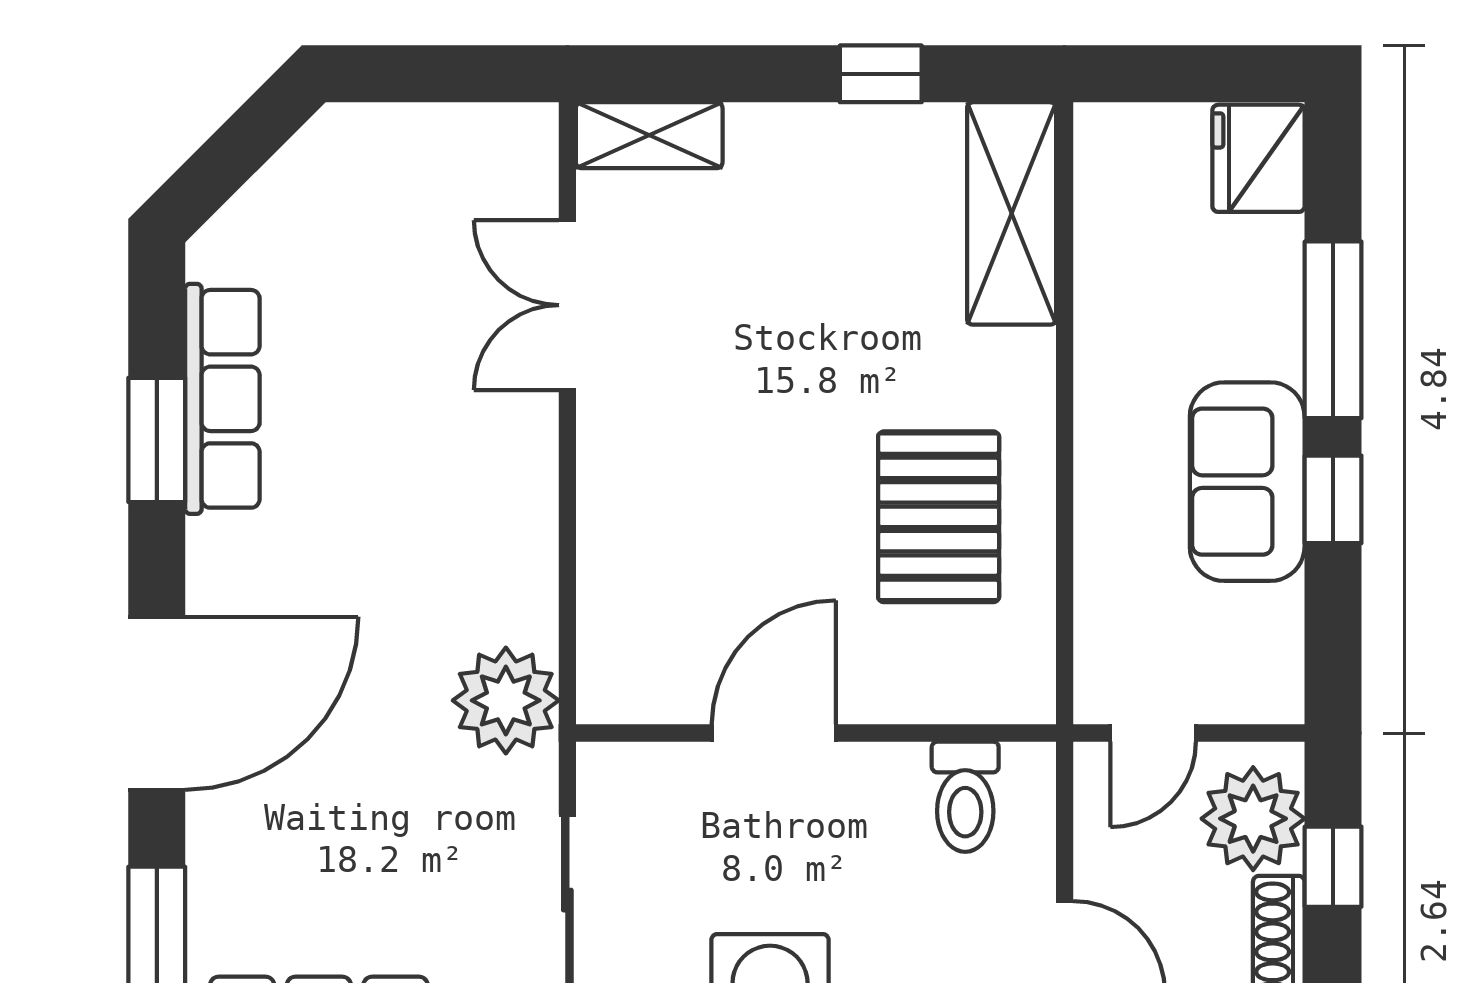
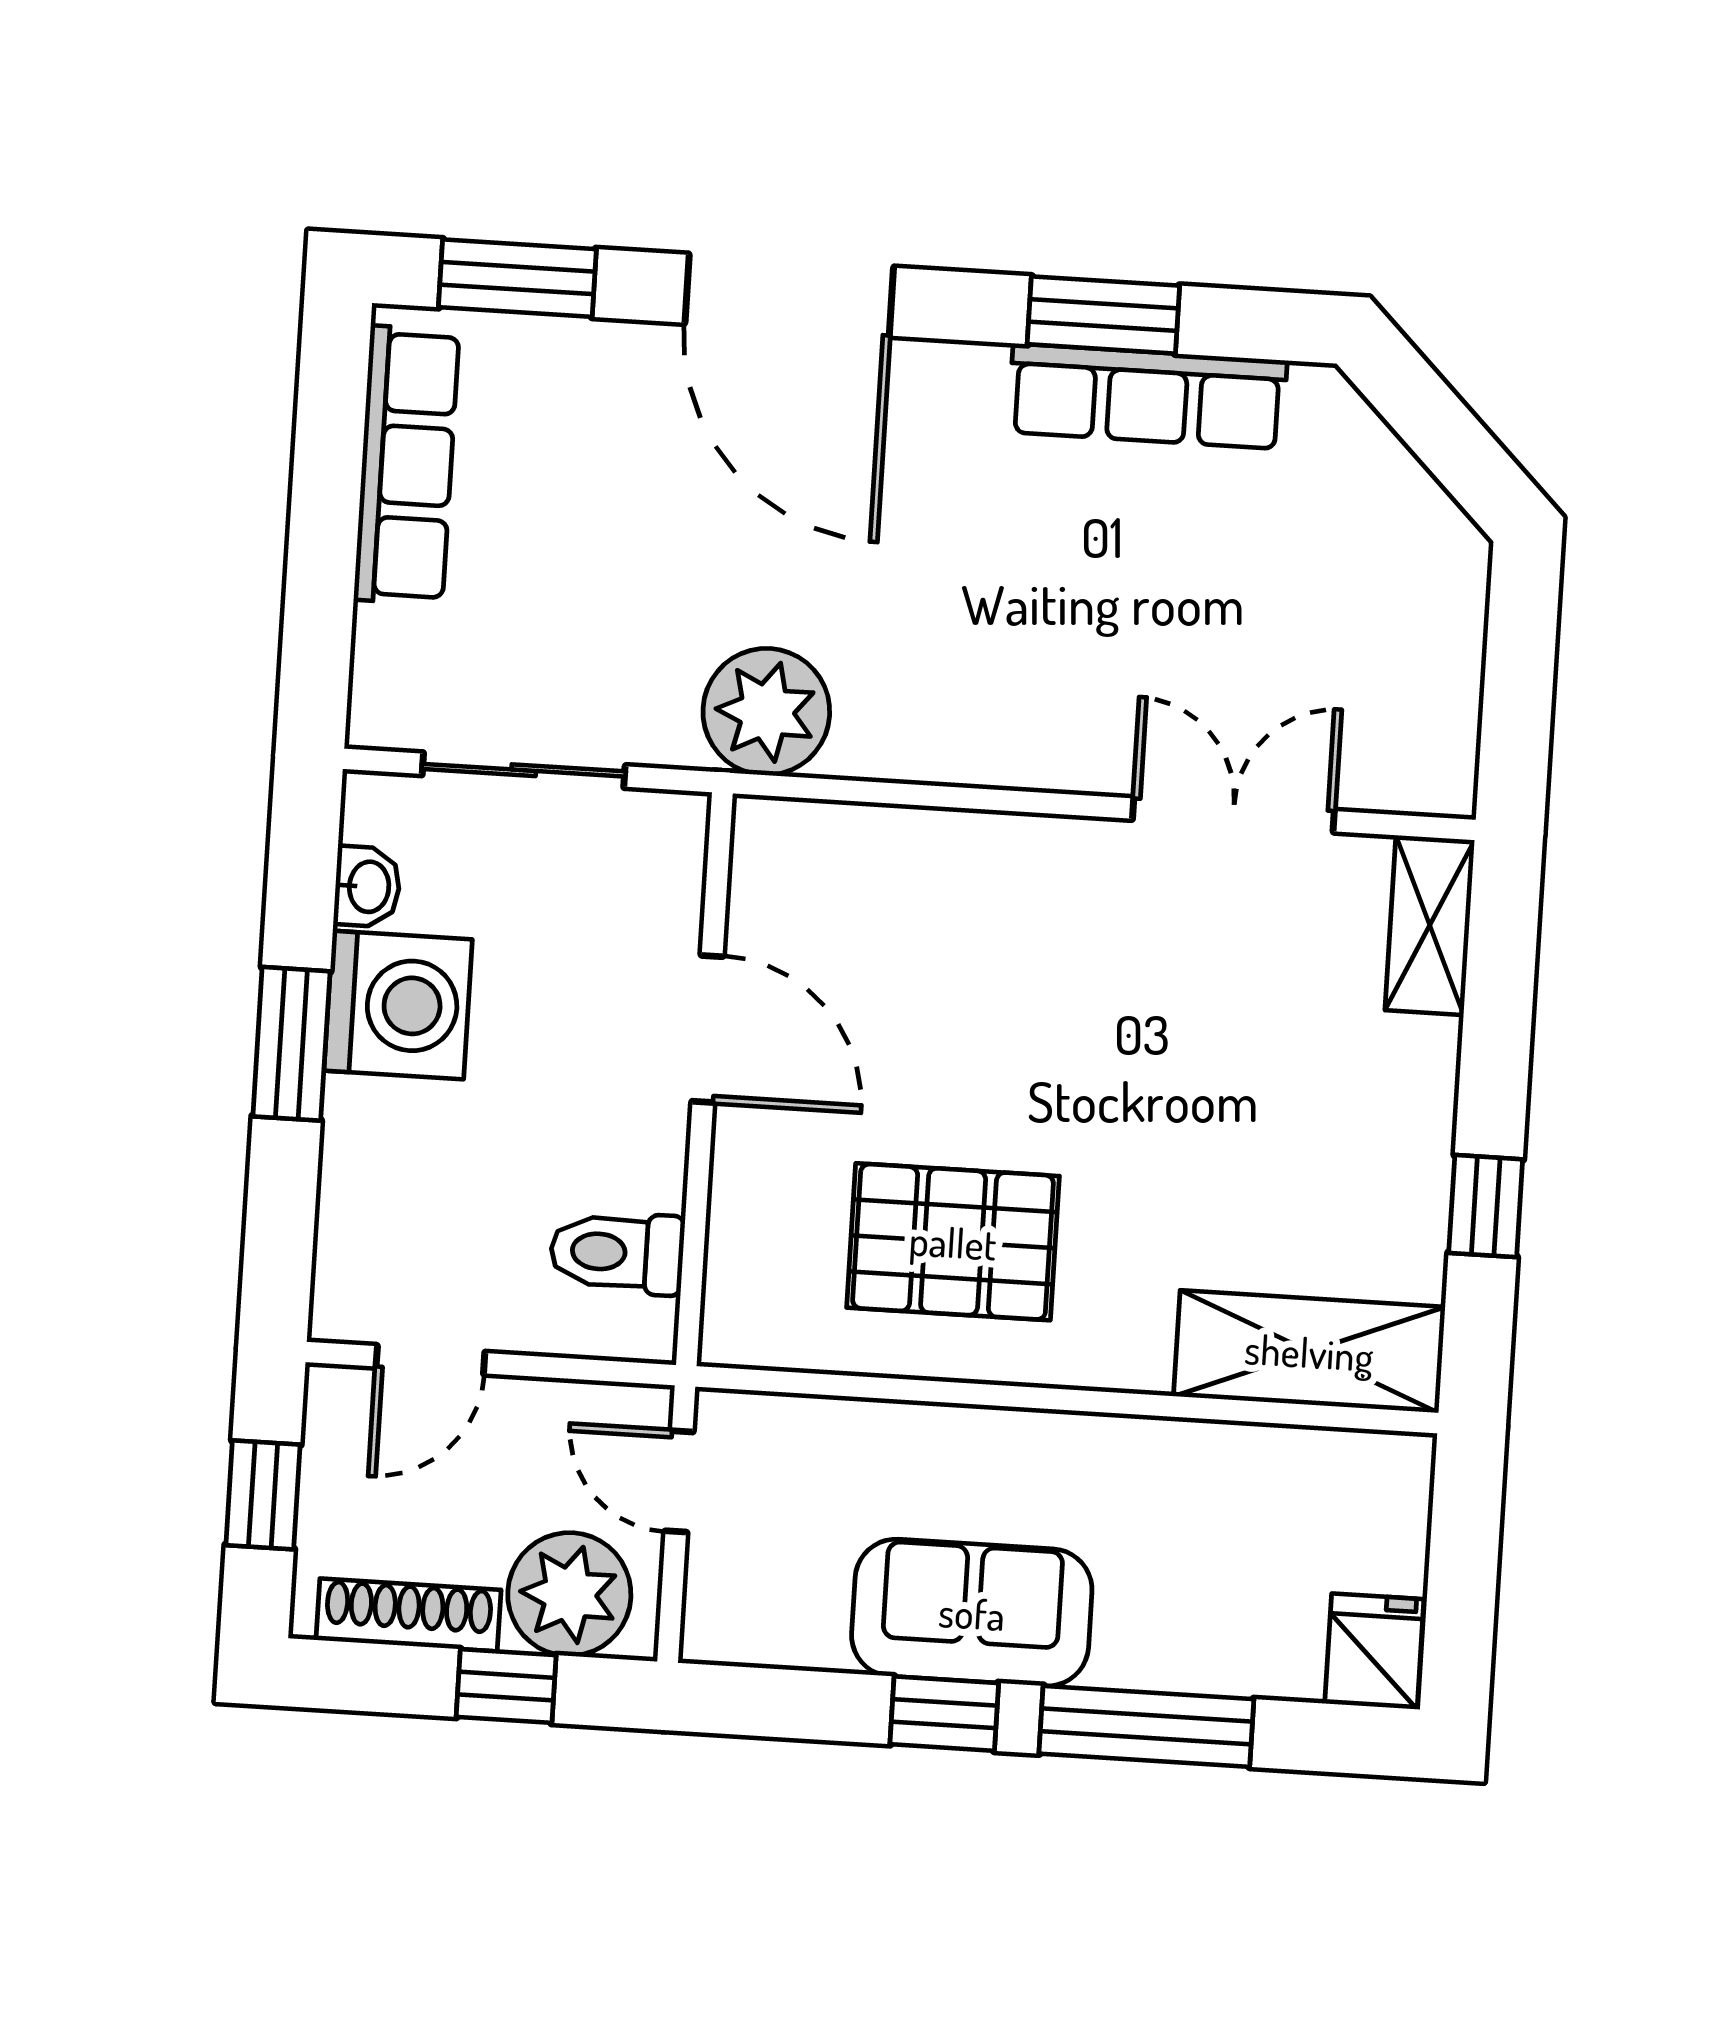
fridge: (1258, 158) -> (1374, 1651), width x0.72

